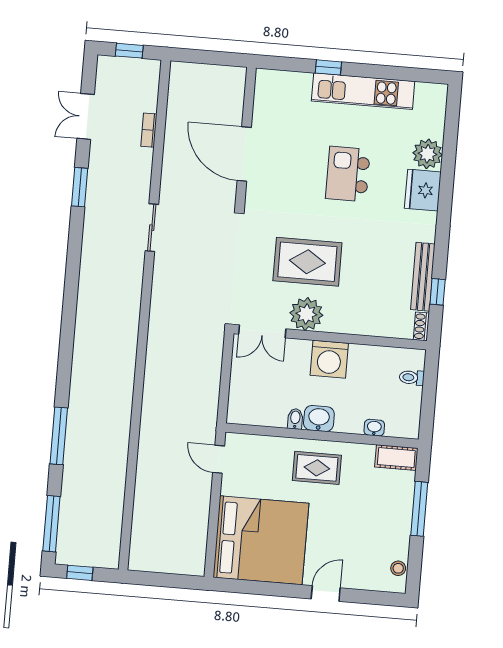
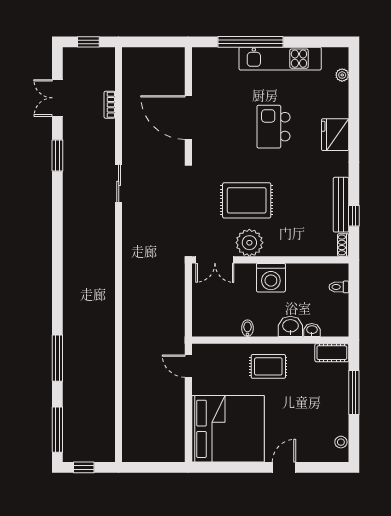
window: (328, 67) -> (250, 42), width x3.17
plant: (428, 154) -> (342, 75), moved, width x0.53, depth x0.53
washbasin: (319, 419) -> (290, 326), moved

